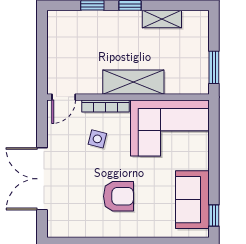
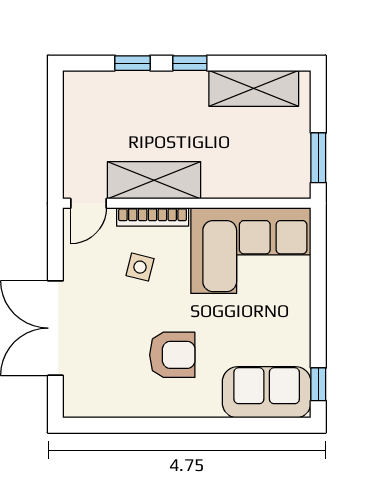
shelving: (162, 19) -> (254, 88), width x1.50, depth x1.33
shelving: (133, 82) -> (154, 180), moved
sofa: (192, 200) -> (267, 392), moved, turned 90

